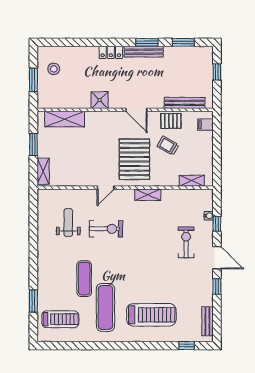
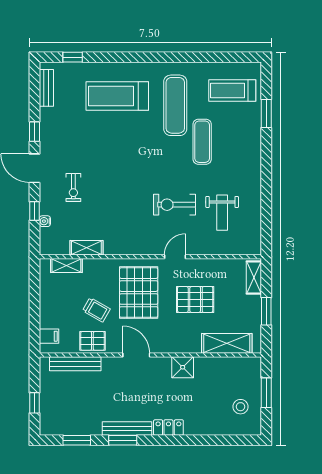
pallet: (90, 154) -> (195, 299), added
shelving: (148, 195) -> (86, 248), moved
exercise bike: (186, 242) -> (73, 188), width x0.73, depth x0.72

